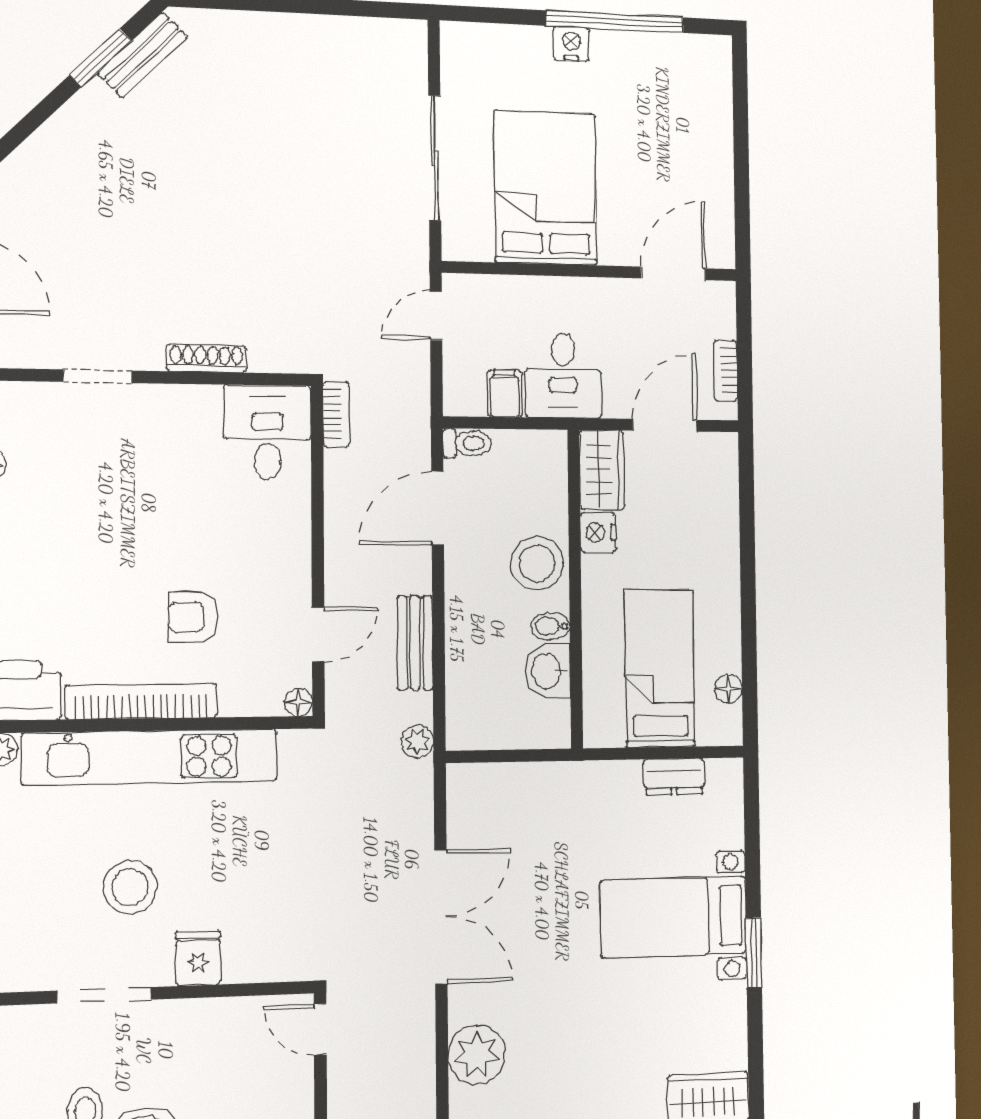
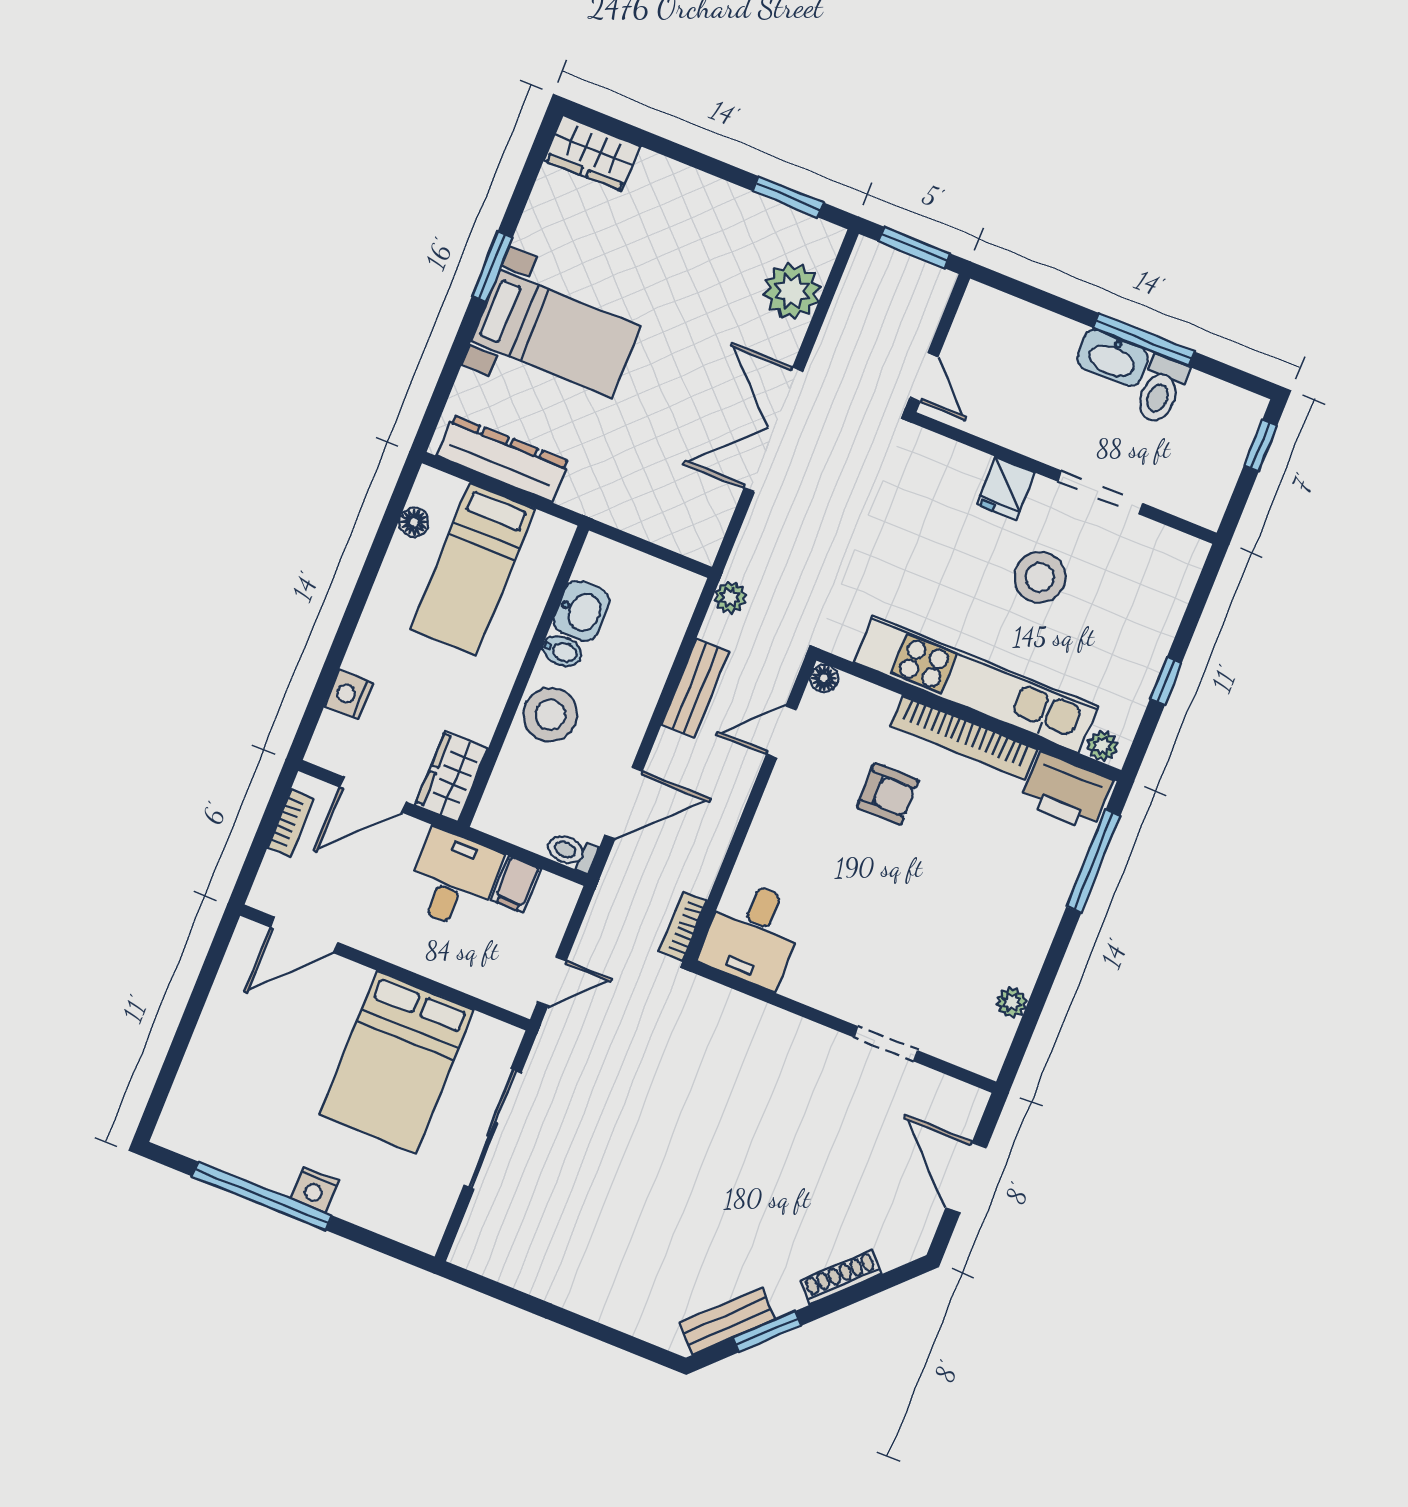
shoe rack: (206, 358) -> (841, 1277), moved, turned 135
nightstand: (598, 533) -> (349, 695), moved, turned 180
dresser: (674, 777) -> (503, 459), width x1.96, depth x1.24

